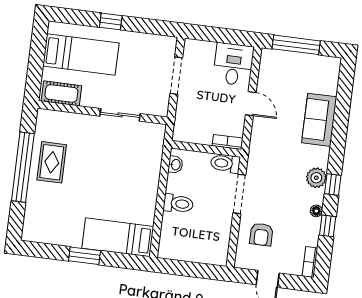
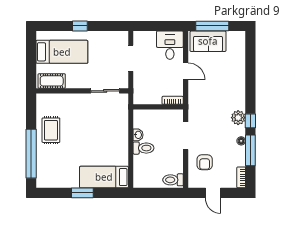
sliding door: (120, 115) -> (105, 91), moved
sofa: (319, 120) -> (208, 41), moved, turned -90
toilet: (225, 163) -> (173, 180), moved
washbasin: (175, 165) -> (138, 135), moved
window: (23, 167) -> (31, 154), moved
window: (328, 226) -> (250, 150), width x2.17

